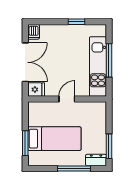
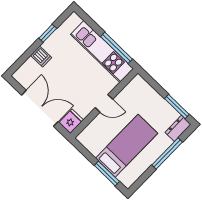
dishwasher: (34, 32) -> (41, 57), moved
window: (109, 60) -> (117, 48), moved
door: (67, 99) -> (104, 103), swing flipped

